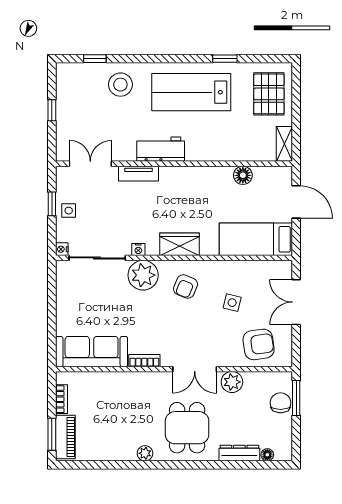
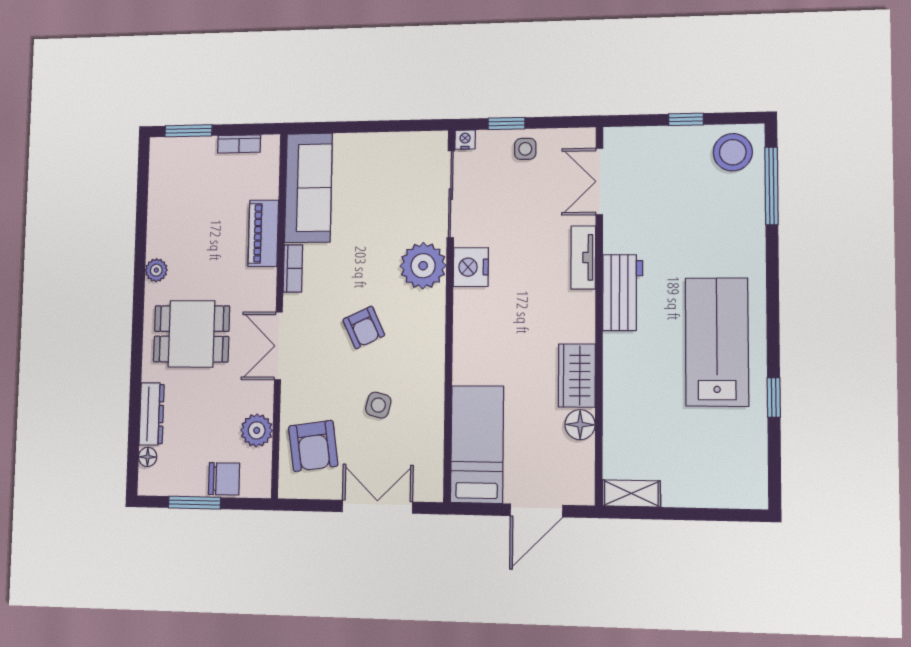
window: (95, 59) -> (771, 186), width x2.17
stool: (120, 85) -> (733, 152), moved
pallet: (269, 94) -> (715, 469), removed
double door: (90, 164) -> (599, 181), swing flipped
window: (52, 204) -> (506, 123), moved
wardrobe: (179, 244) -> (577, 376), moved, turned 180
nightstand: (138, 249) -> (471, 267), width x1.89, depth x1.79
armchair: (185, 287) -> (364, 327), moved, turned -138
plant: (232, 382) -> (257, 430), moved
window: (296, 398) -> (194, 503), moved
piano: (65, 437) -> (263, 233), moved, turned 90

